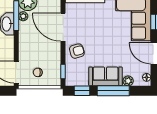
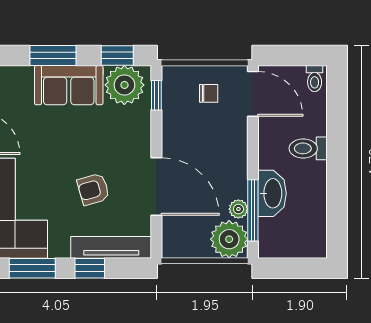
armchair: (77, 51) -> (93, 189), moved
plant: (128, 81) -> (124, 85), moved, width x1.87, depth x1.87
window: (113, 91) -> (53, 55), width x0.69

